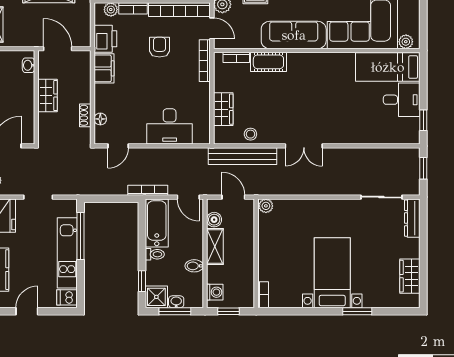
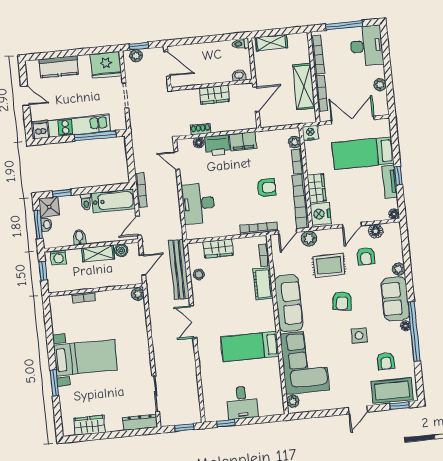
printer: (105, 39) -> (217, 145), moved
bed: (388, 67) -> (250, 347), moved, turned -90
bookcase: (263, 295) -> (84, 297), moved

